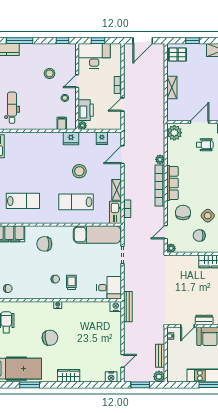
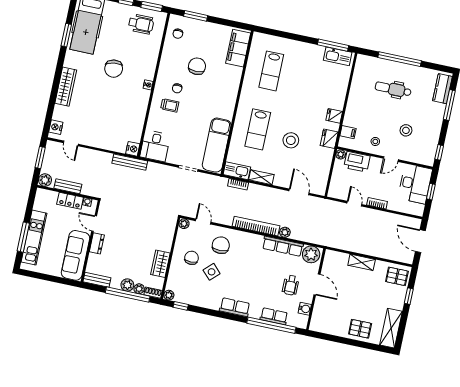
pallet: (178, 54) -> (397, 276), turned 90
door: (77, 81) -> (391, 159), swing flipped
dental chair: (12, 108) -> (393, 89), moved, turned 180
fridge: (102, 138) -> (334, 116), moved
row of seats: (172, 183) -> (283, 246), moved
lab bench: (76, 202) -> (258, 129), turned 180
chair: (183, 213) -> (221, 245), turned -90
chair: (44, 244) -> (197, 66), moved
locker: (172, 351) -> (70, 201), added
wardrobe: (69, 376) -> (66, 87), width x1.50

